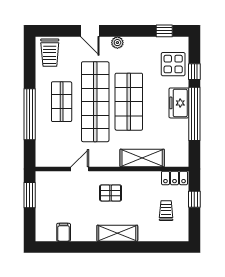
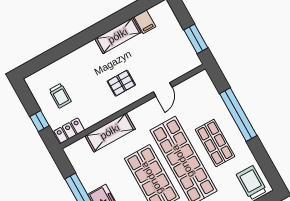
shelving: (117, 233) -> (118, 36), moved

